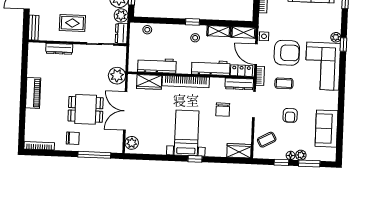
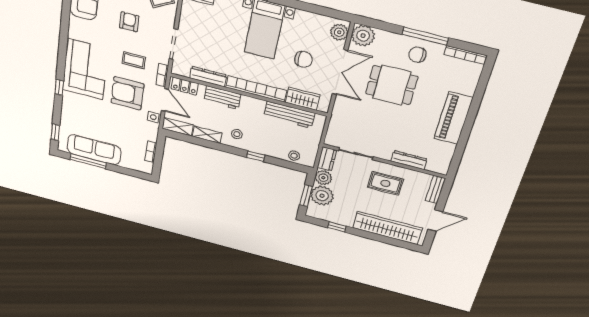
window: (192, 22) -> (256, 156), moved
plant: (336, 37) -> (68, 97), removed
workbench: (211, 68) -> (222, 98), width x0.73
plant: (117, 76) -> (363, 36), moved
dresser: (239, 84) -> (208, 77), moved
piano: (33, 93) -> (453, 118), width x1.37, depth x1.33
chair: (223, 110) -> (304, 59), moved, turned 90
window: (94, 155) -> (425, 36), moved

